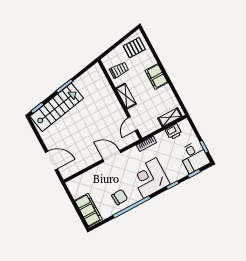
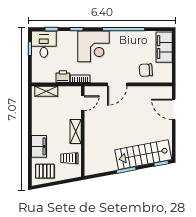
filing cabinet: (156, 77) -> (39, 146), moved
printer: (174, 132) -> (63, 77), moved
door: (112, 156) -> (117, 84), hinge flipped
chair: (120, 197) -> (146, 70), moved

